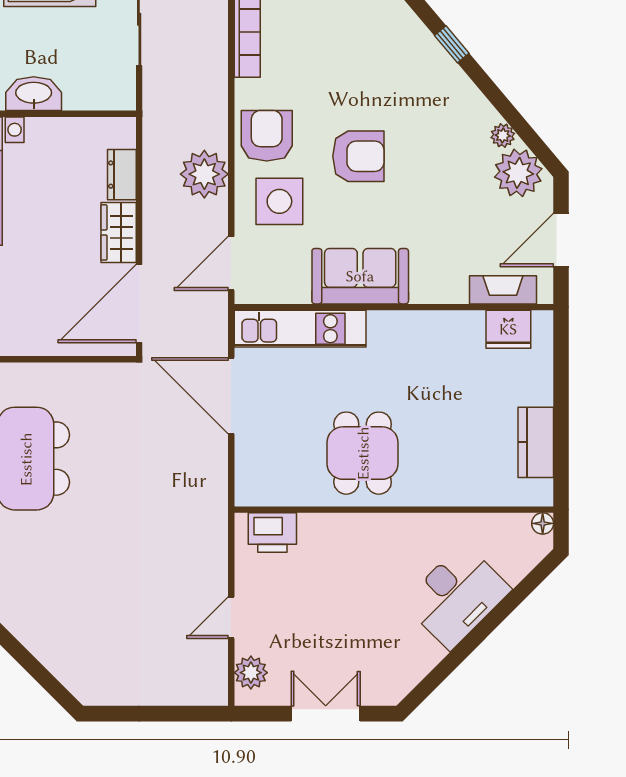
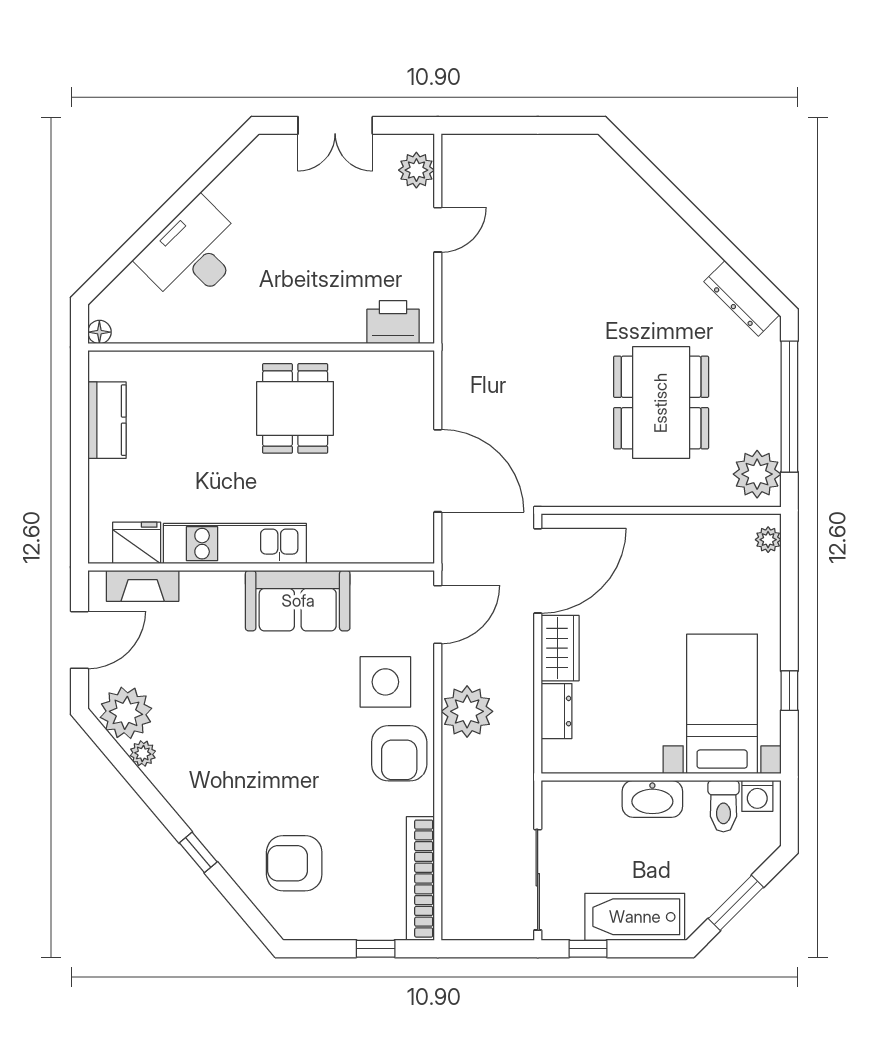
armchair: (358, 156) -> (294, 863), moved
kitchen unit: (300, 329) -> (235, 544), moved

